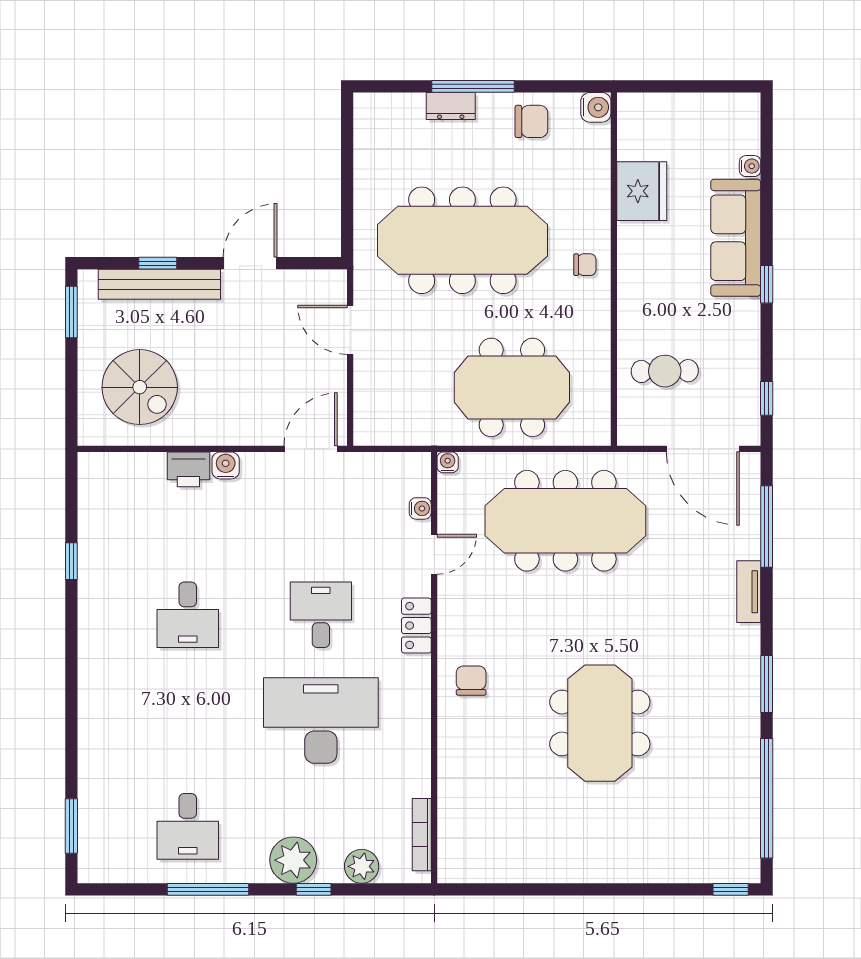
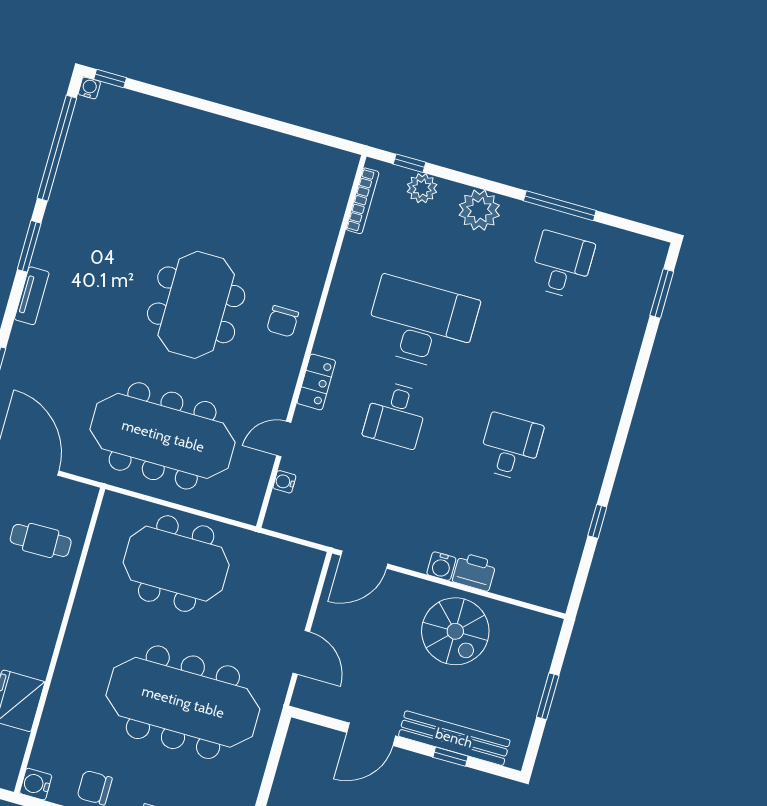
chair: (585, 265) -> (83, 651), removed
window: (71, 312) -> (548, 696), moved
spiral stairs: (140, 387) -> (455, 631), moved, turned 180
water cooler: (448, 462) -> (89, 88), moved, turned 180
tv unit: (749, 592) -> (32, 296), moved
desk: (321, 721) -> (422, 324), turned 180
meeting table: (600, 723) -> (196, 305), moved
window: (314, 889) -> (409, 163), moved

